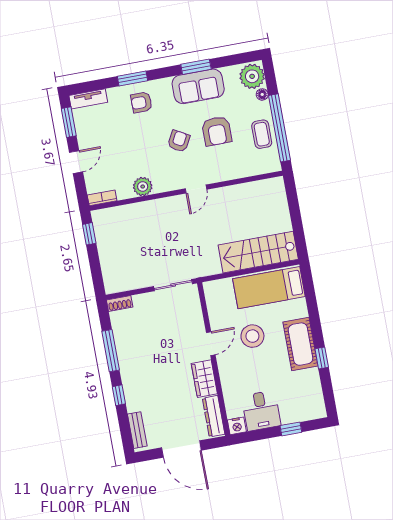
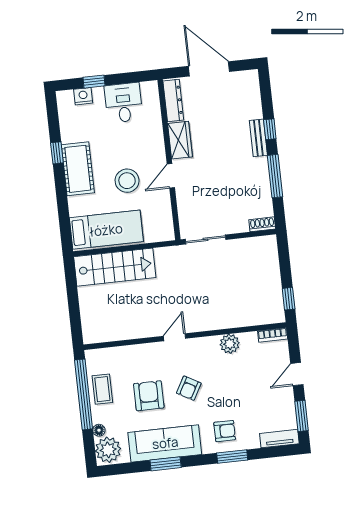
sofa: (198, 86) -> (165, 443), width x1.36
nightstand: (237, 426) -> (83, 96), moved
bench: (137, 430) -> (258, 138), moved

